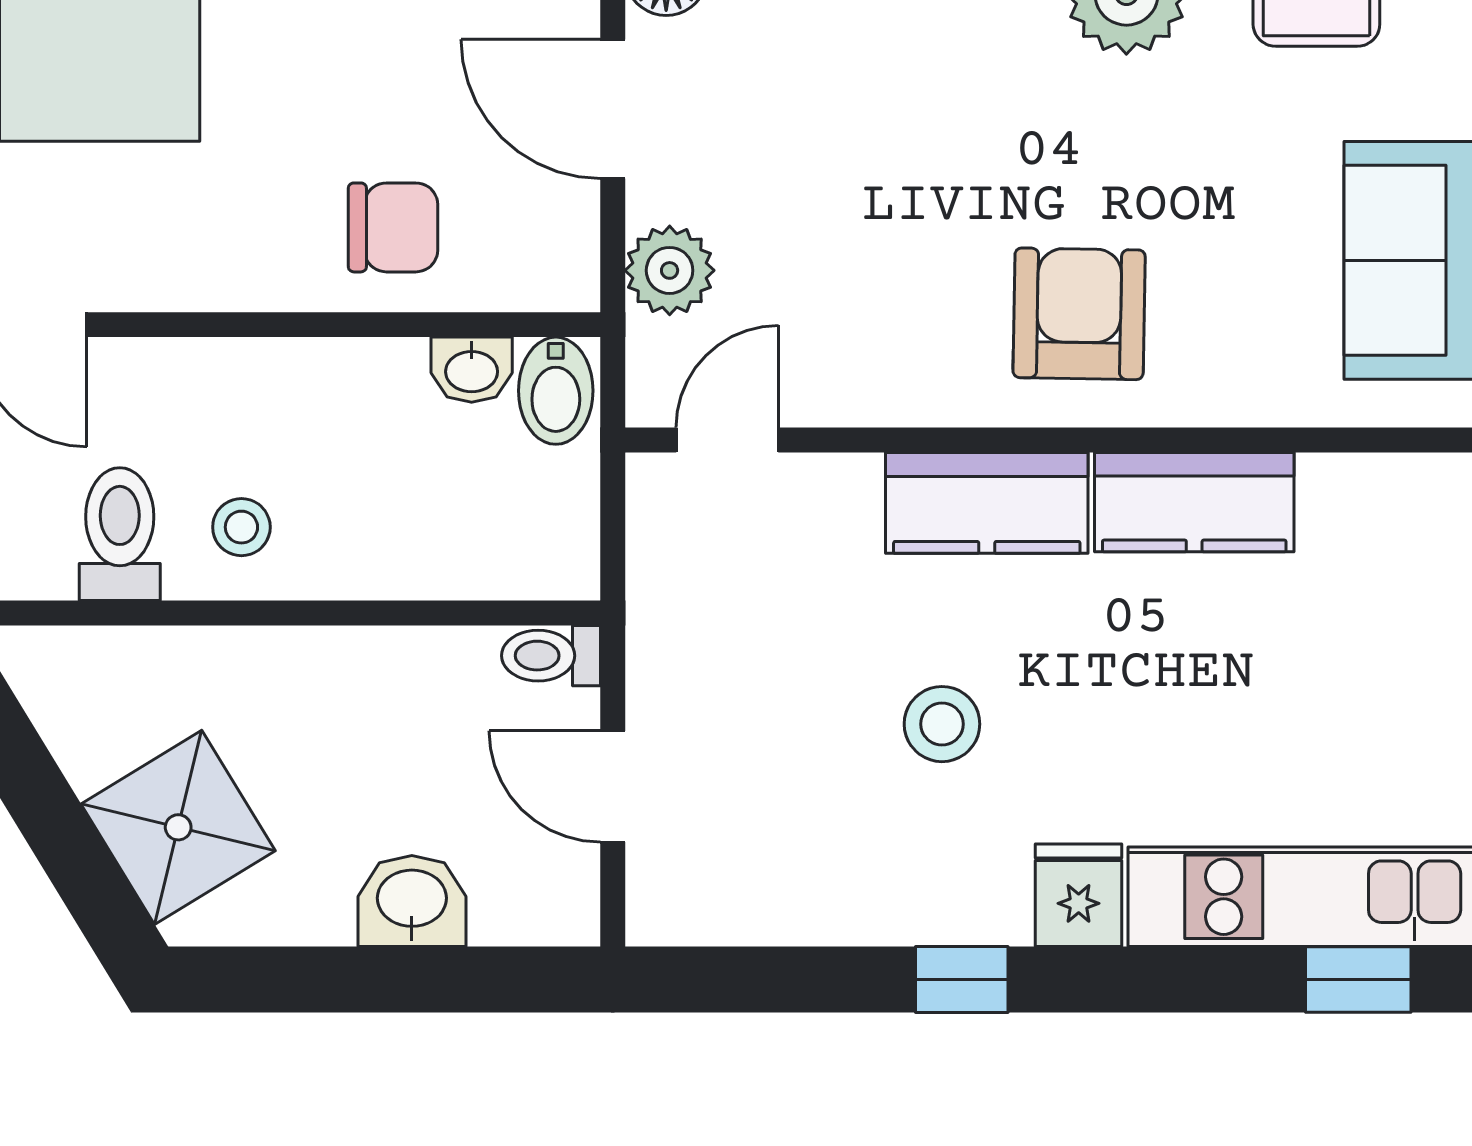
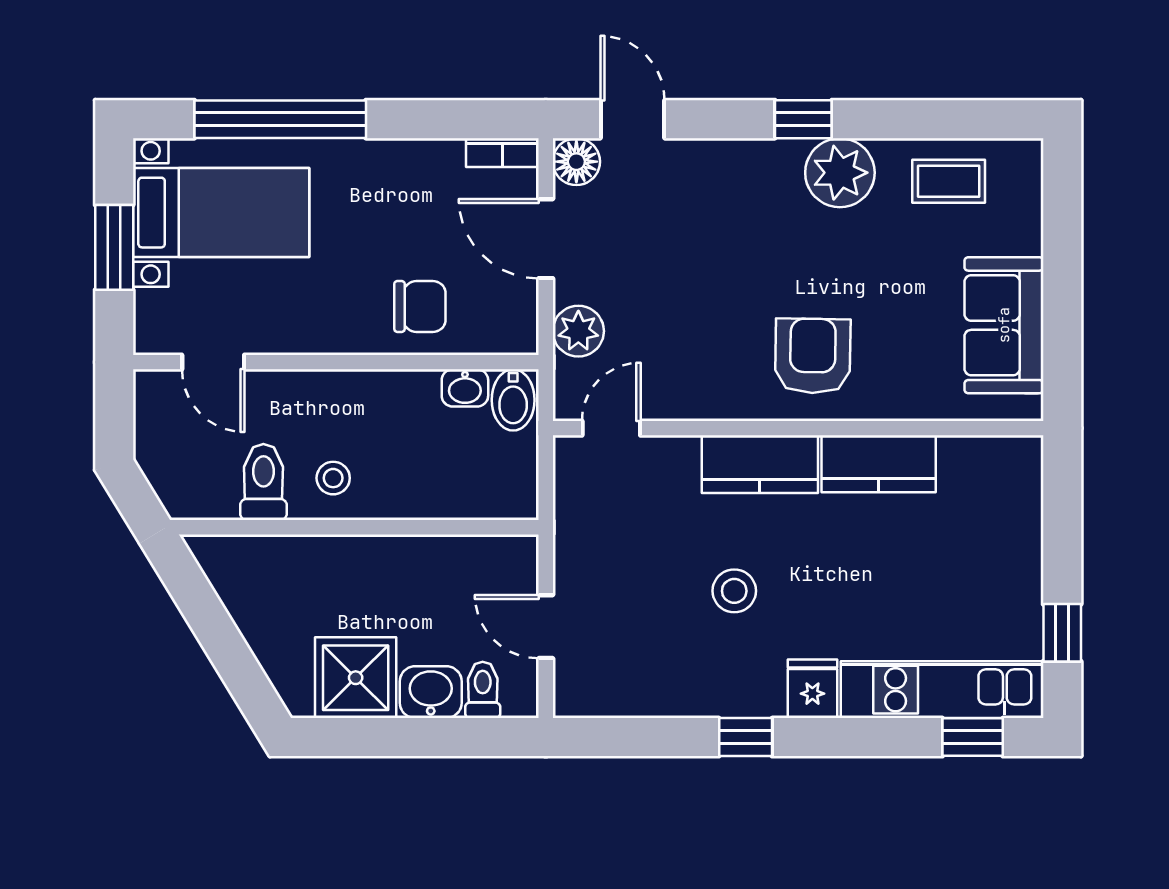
toilet: (551, 656) -> (483, 690), moved, turned 90
shower: (178, 827) -> (356, 678), moved, turned 31

